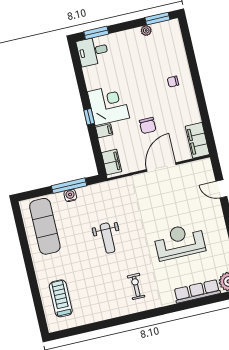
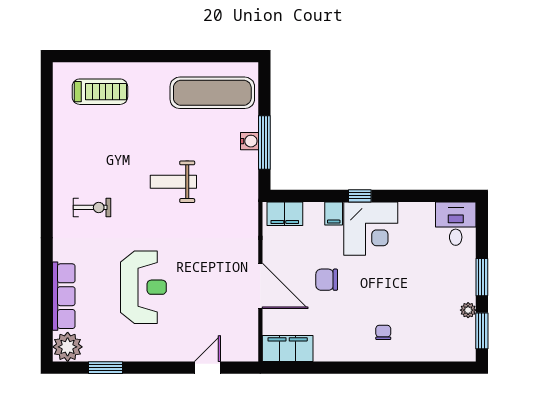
window: (96, 33) -> (482, 277), moved

